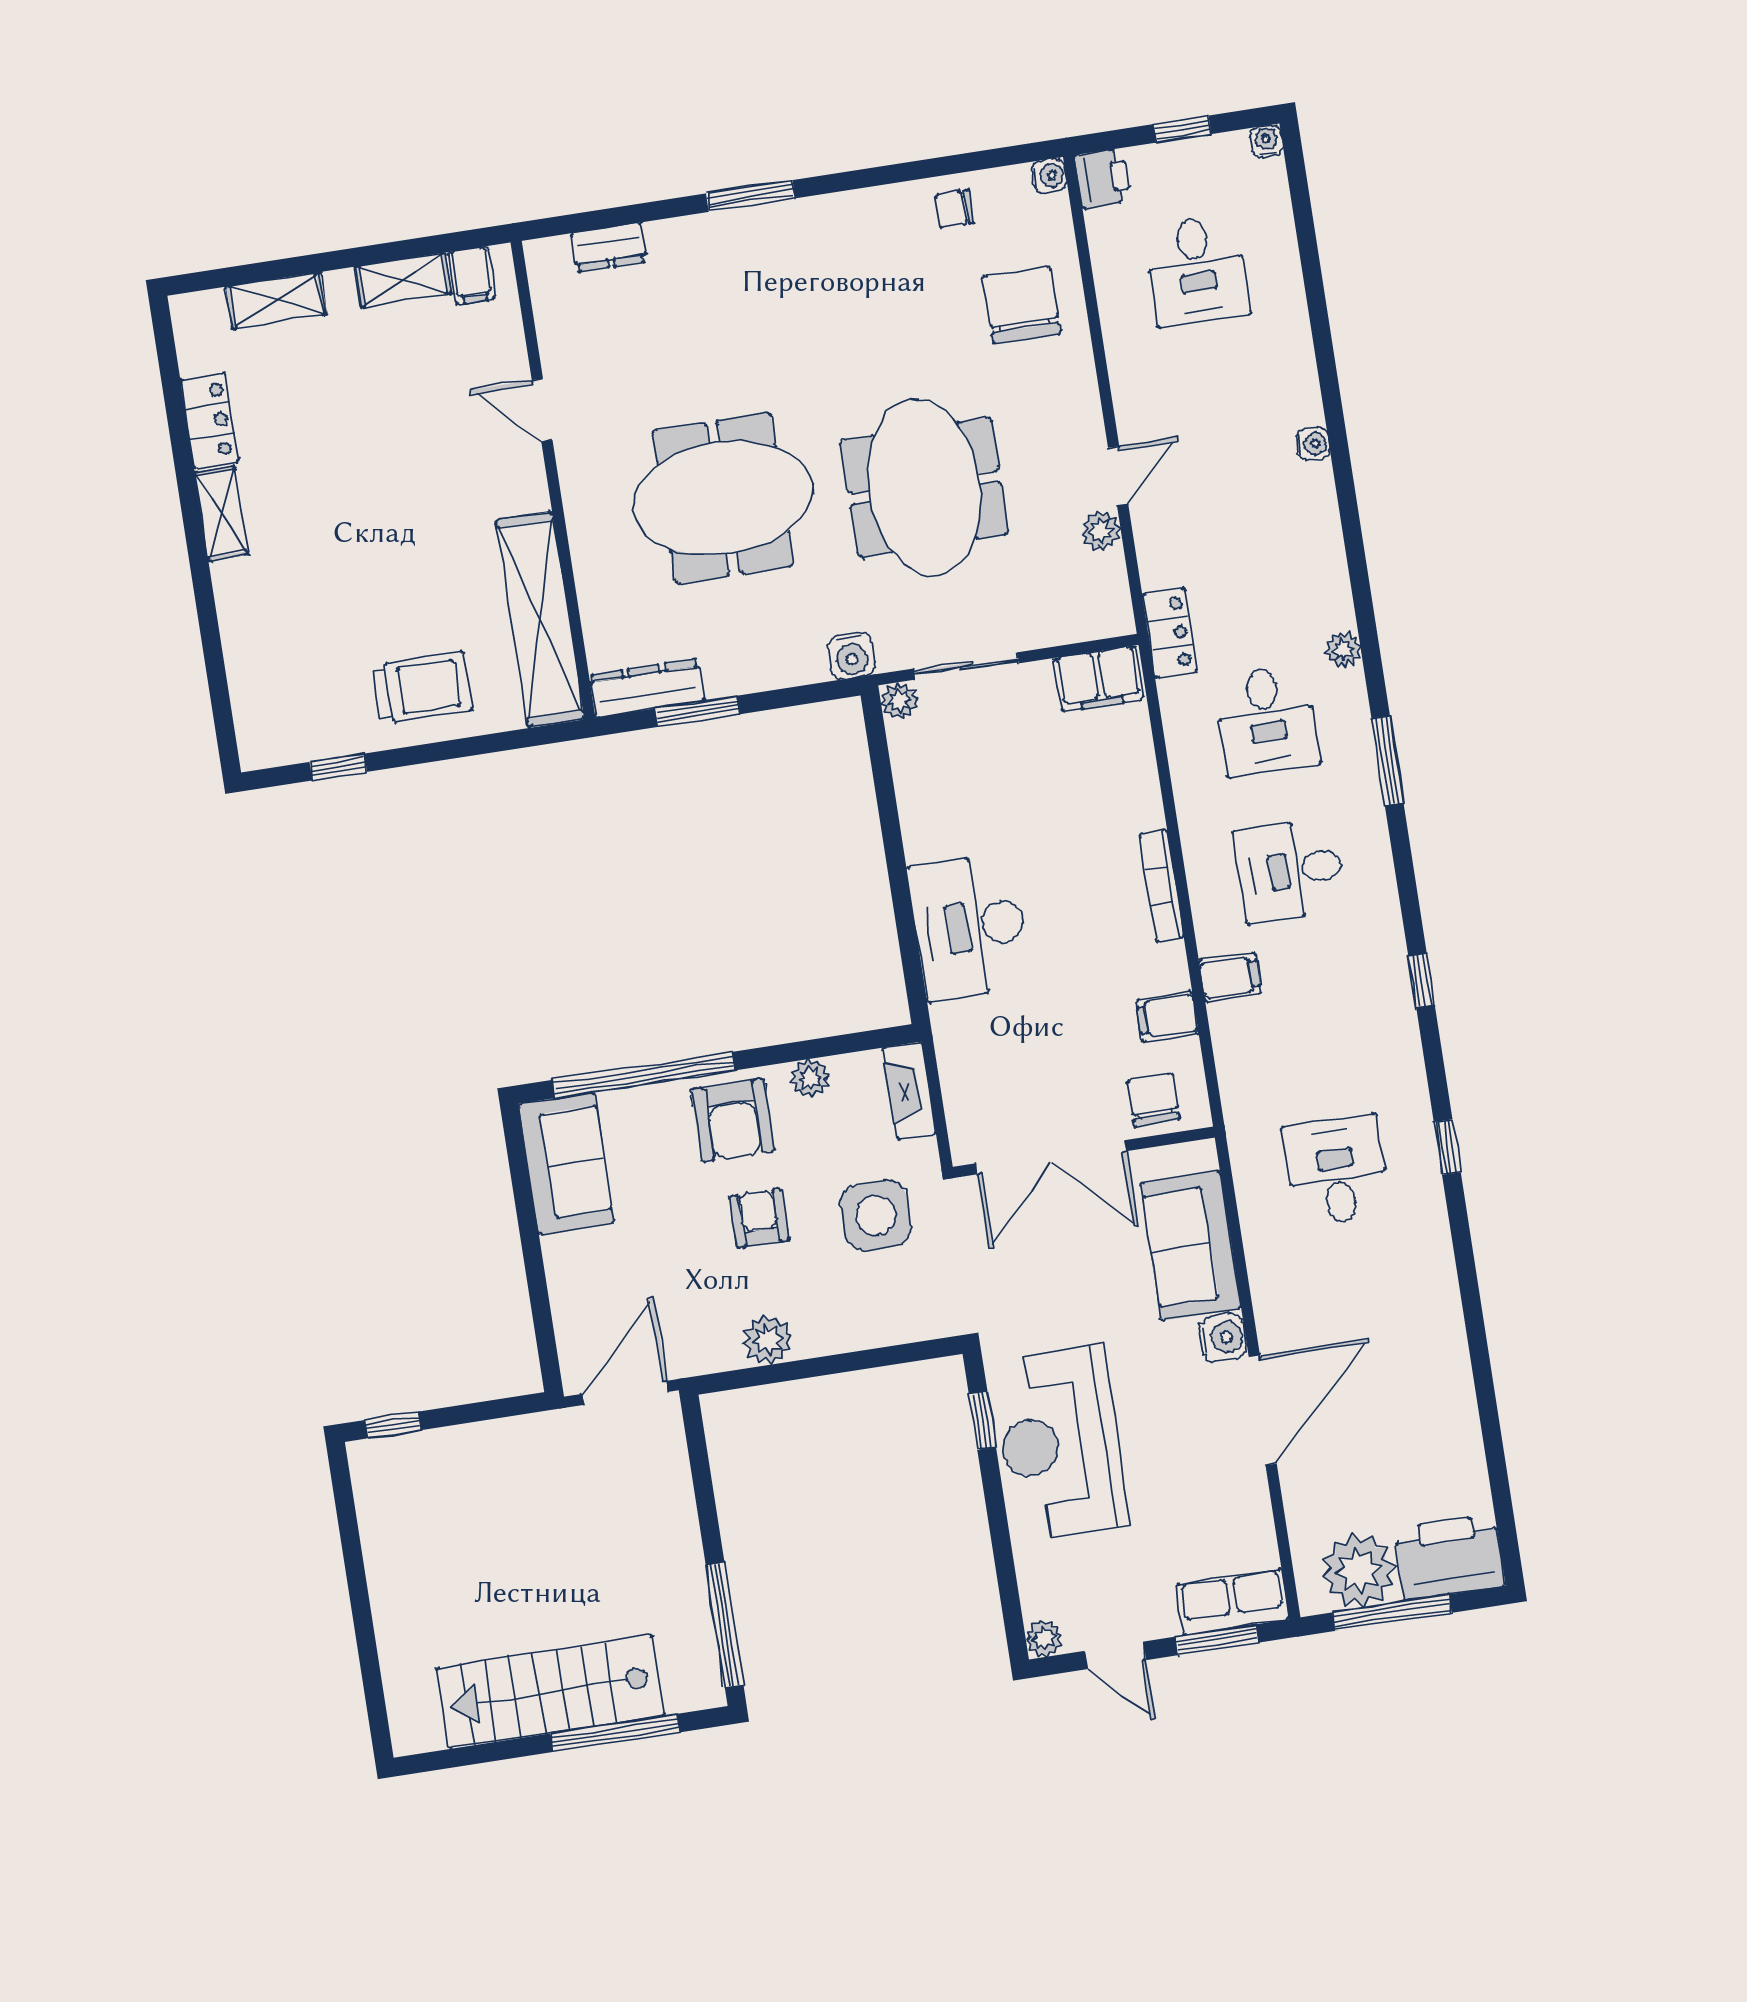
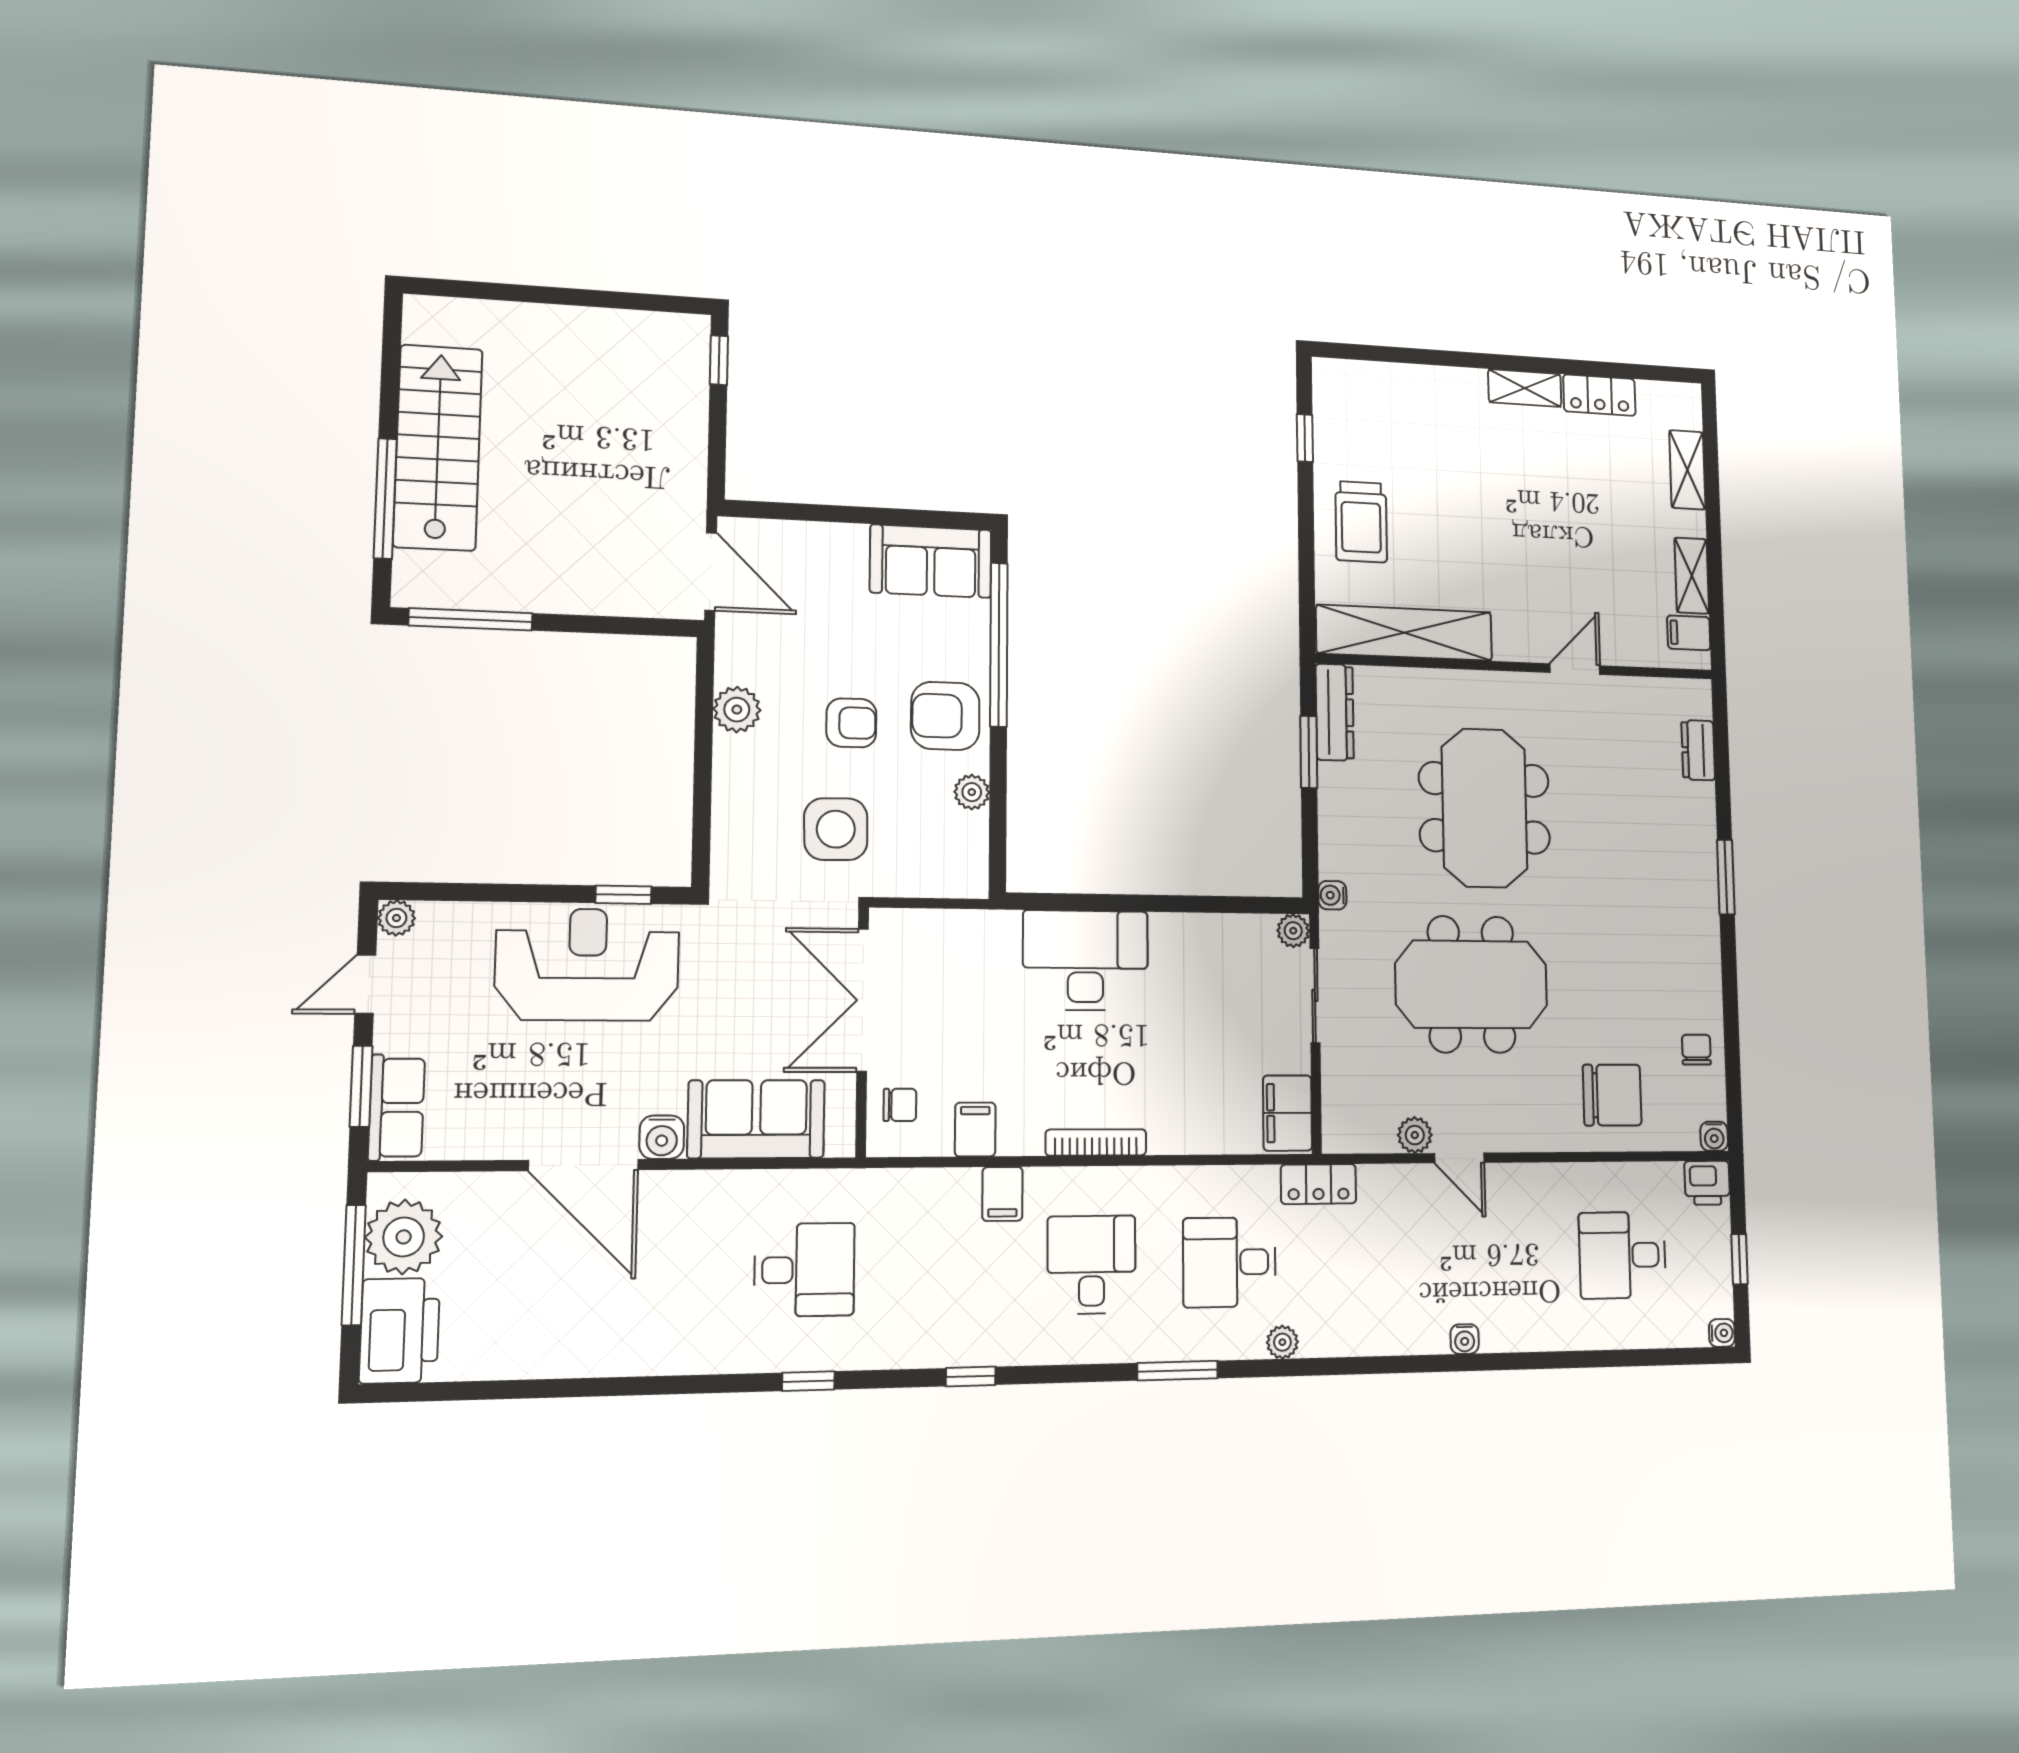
water cooler: (851, 656) -> (1332, 895), width x0.72, depth x0.72
fireplace: (909, 1091) -> (946, 880), removed
chair: (1154, 1100) -> (900, 1105), width x0.73, depth x0.73

